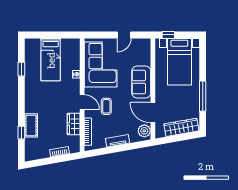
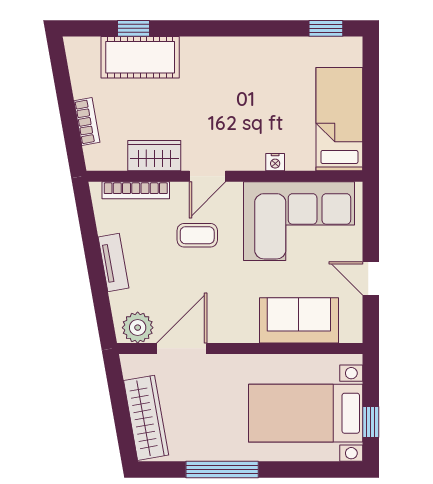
window: (168, 35) -> (371, 422), moved
bed: (51, 60) -> (339, 119), moved, turned 90
window: (21, 69) -> (326, 28), moved
sofa: (141, 82) -> (299, 320), moved
cot: (31, 125) -> (140, 57), width x1.37, depth x1.34

